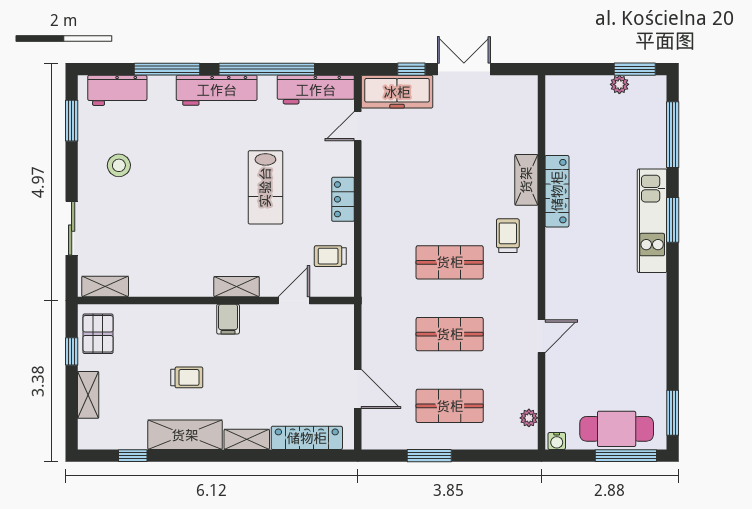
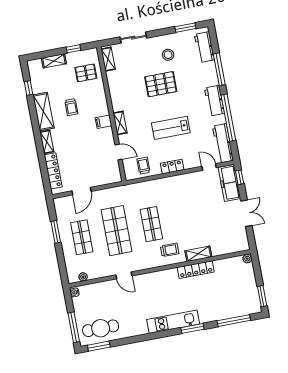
window: (411, 69) -> (240, 177), moved
plant: (619, 84) -> (247, 259), moved
workbench: (217, 90) -> (215, 101), width x0.73
pallet: (175, 191) -> (161, 84), added
kitchen unit: (652, 221) -> (173, 322), moved
pallet: (98, 334) -> (86, 73), moved
shop shelf: (450, 334) -> (117, 231), width x1.43, depth x1.36
cafe table: (617, 429) -> (101, 328), moved, turned 90

